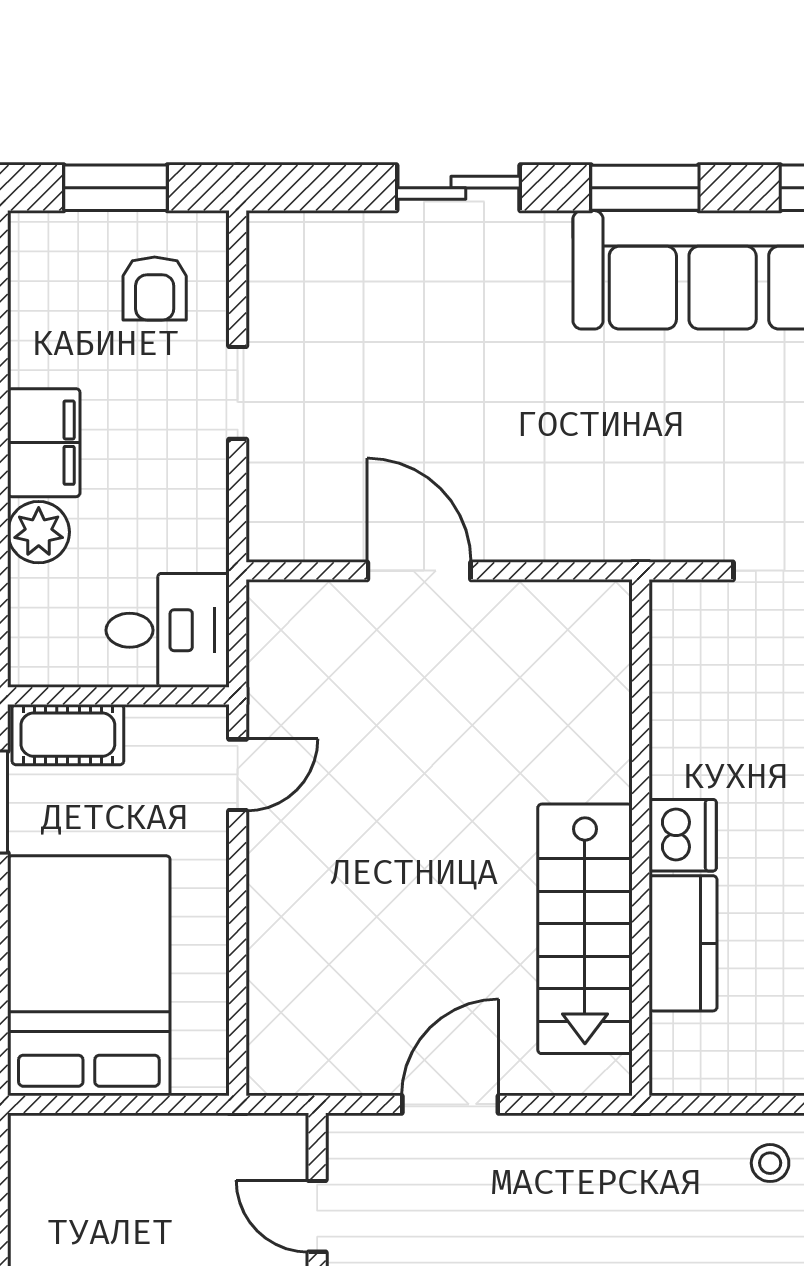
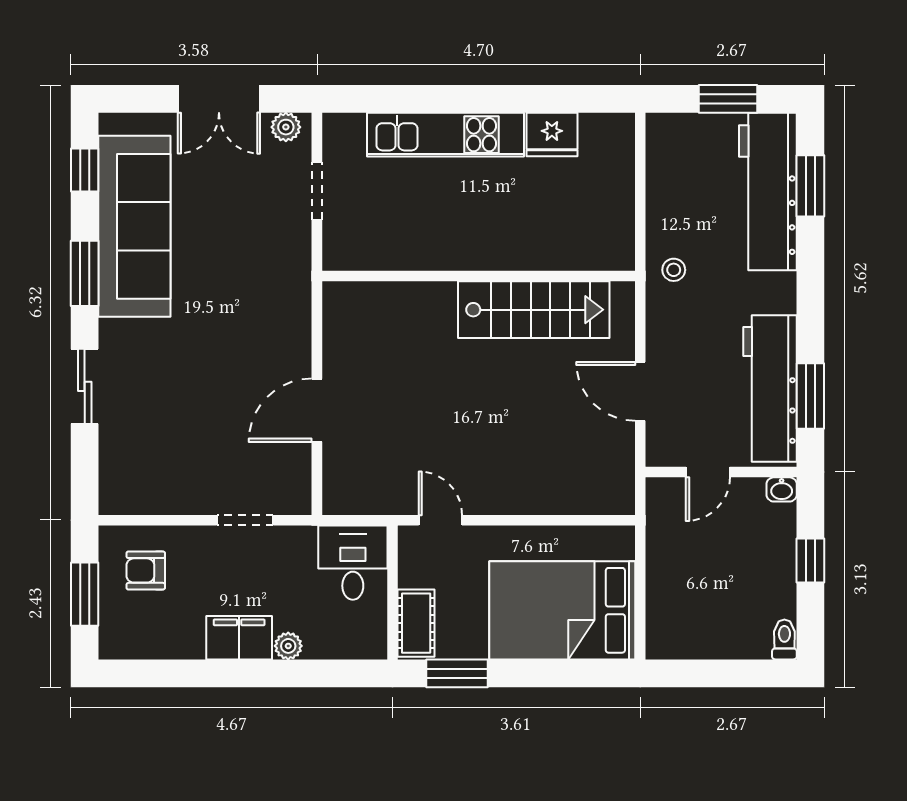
armchair: (155, 289) -> (146, 570), turned 180
doorway: (238, 393) -> (245, 520), moved
plant: (39, 532) -> (288, 646), width x0.73, depth x0.73
dishwasher: (683, 835) -> (477, 250), removed
kitchen counter: (683, 943) -> (543, 250), removed
stool: (770, 1163) -> (674, 270), moved

